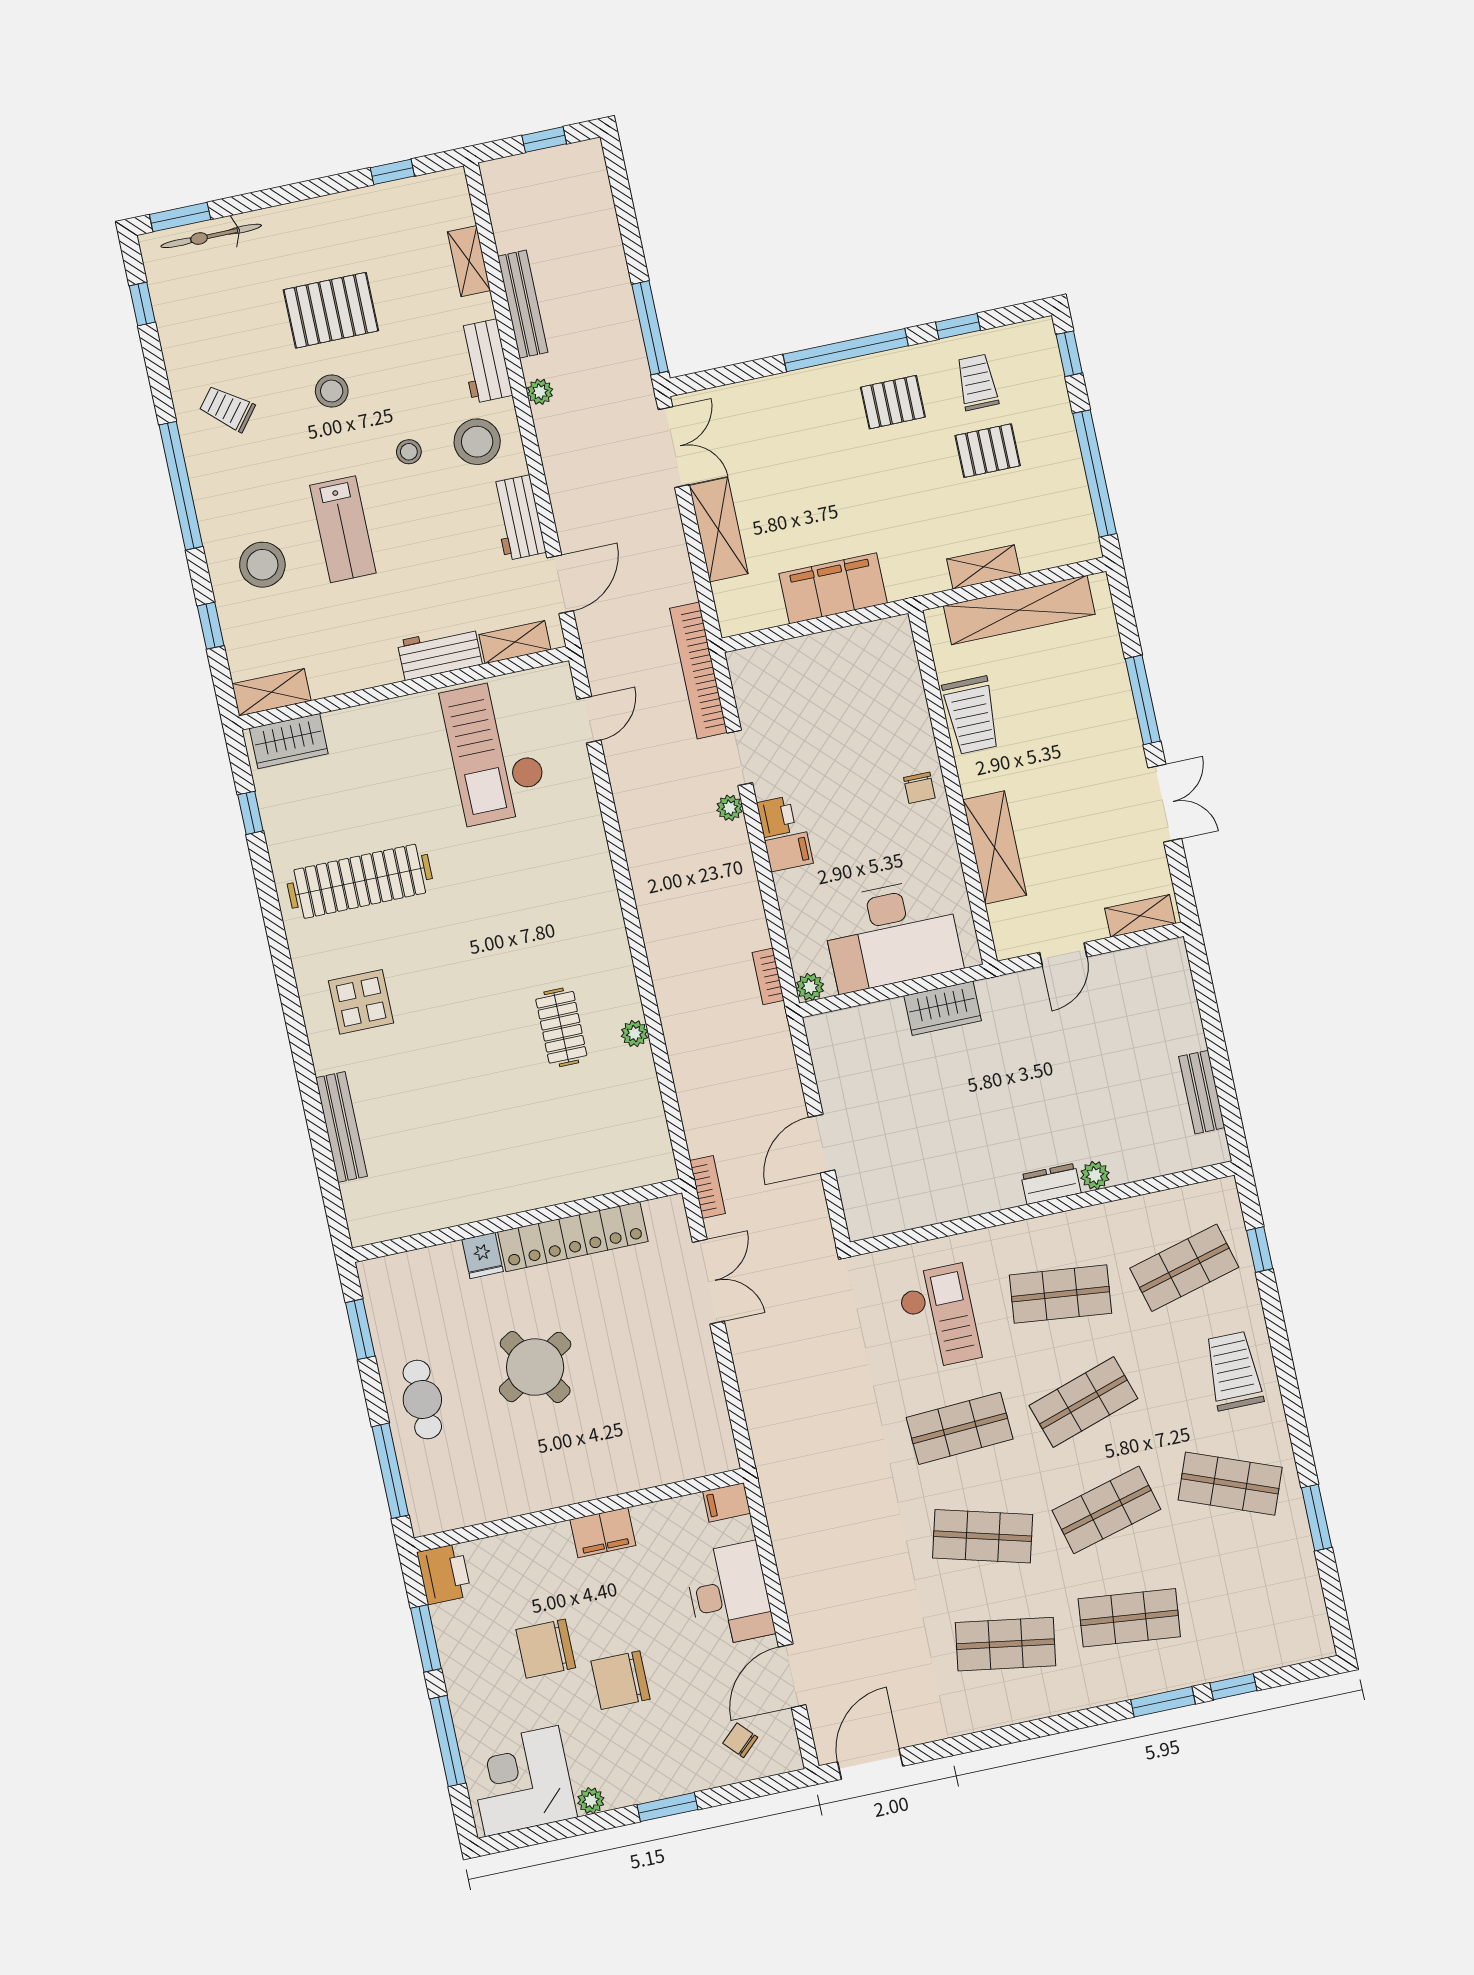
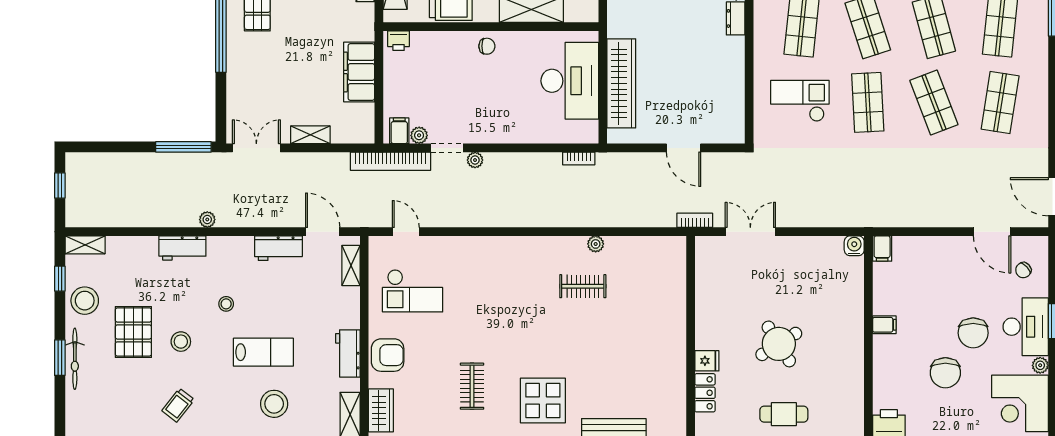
window: (180, 217) -> (60, 358), moved
bicycle: (211, 236) -> (75, 359), moved
shelving: (469, 261) -> (85, 245), moved
bench: (523, 304) -> (154, 219), removed
stool: (477, 442) -> (85, 301), moved
shelving: (719, 530) -> (310, 135), width x0.67, depth x0.75
workbench: (440, 653) -> (348, 353), moved
armchair: (381, 733) -> (388, 355), added
checkout: (495, 751) -> (413, 291), width x0.73, depth x0.83
printer: (776, 817) -> (399, 41), moved, turned 180
filing cabinet: (789, 852) -> (399, 131), moved
clothes rail: (360, 881) -> (472, 386), width x0.54, depth x0.76
plant: (810, 987) -> (419, 135), moved
display table: (361, 1002) -> (543, 400), width x1.36, depth x1.36
wardrobe: (943, 1008) -> (621, 83), width x2.10, depth x1.17
locker: (573, 1237) -> (705, 393), moved, width x0.46, depth x0.83
water cooler: (721, 1456) -> (854, 246), added
filing cabinet: (603, 1532) -> (884, 325), width x0.50
shop shelf: (983, 1536) -> (934, 102), turned -36
desk: (729, 1594) -> (1026, 327), moved, turned 90

